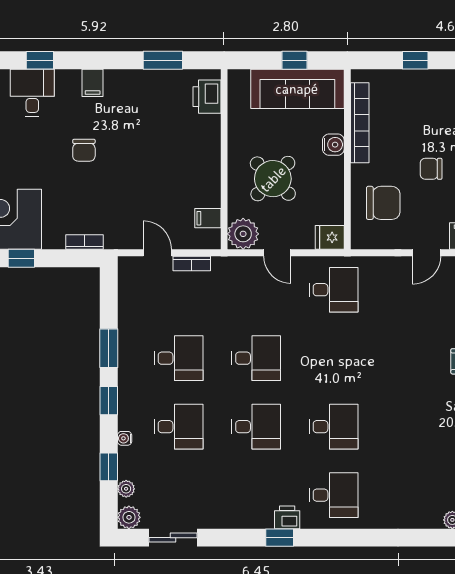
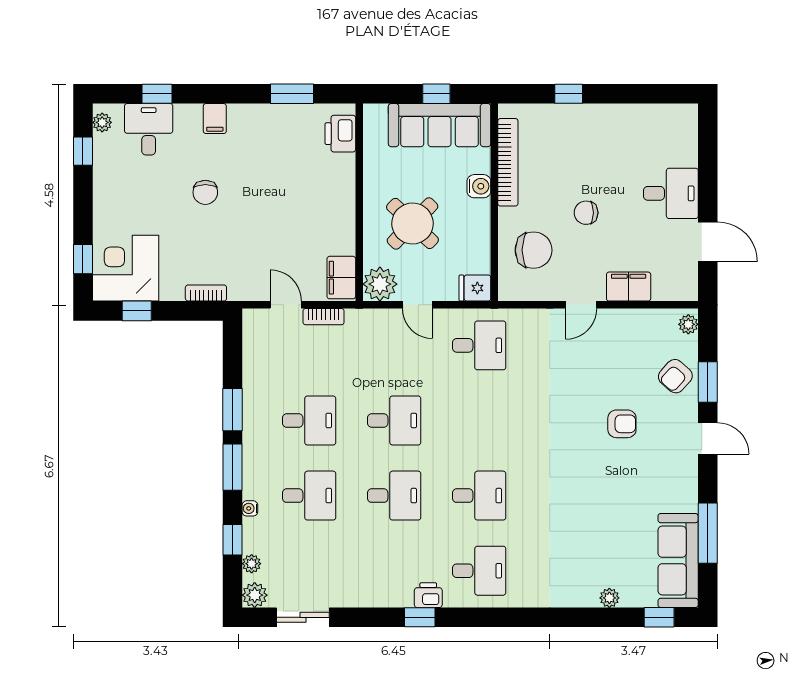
filing cabinet: (208, 218) -> (341, 278), width x2.00
window: (109, 401) -> (232, 467), width x1.50

